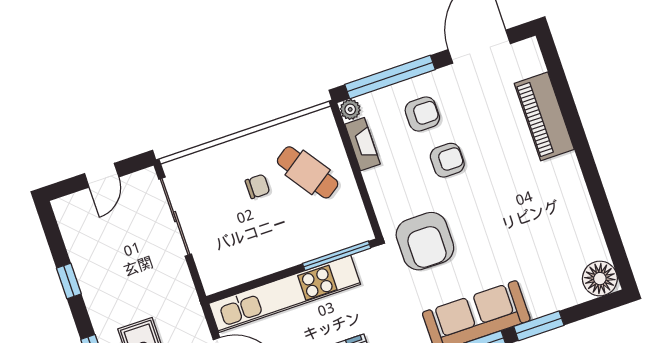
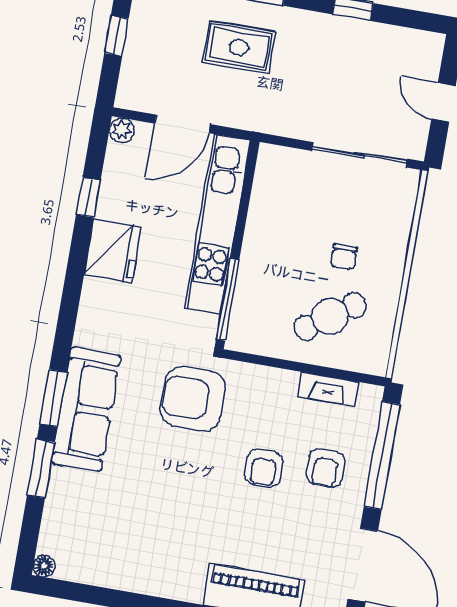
plant: (350, 109) -> (371, 396), removed
floor lamp: (600, 279) -> (44, 566), width x0.53, depth x0.53

